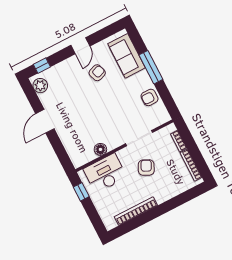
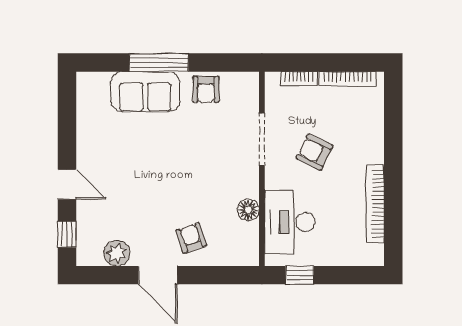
door: (80, 46) -> (67, 184), moved
sofa: (127, 56) -> (145, 92), moved
armchair: (97, 73) -> (191, 238), moved
plant: (40, 86) -> (117, 253), moved

